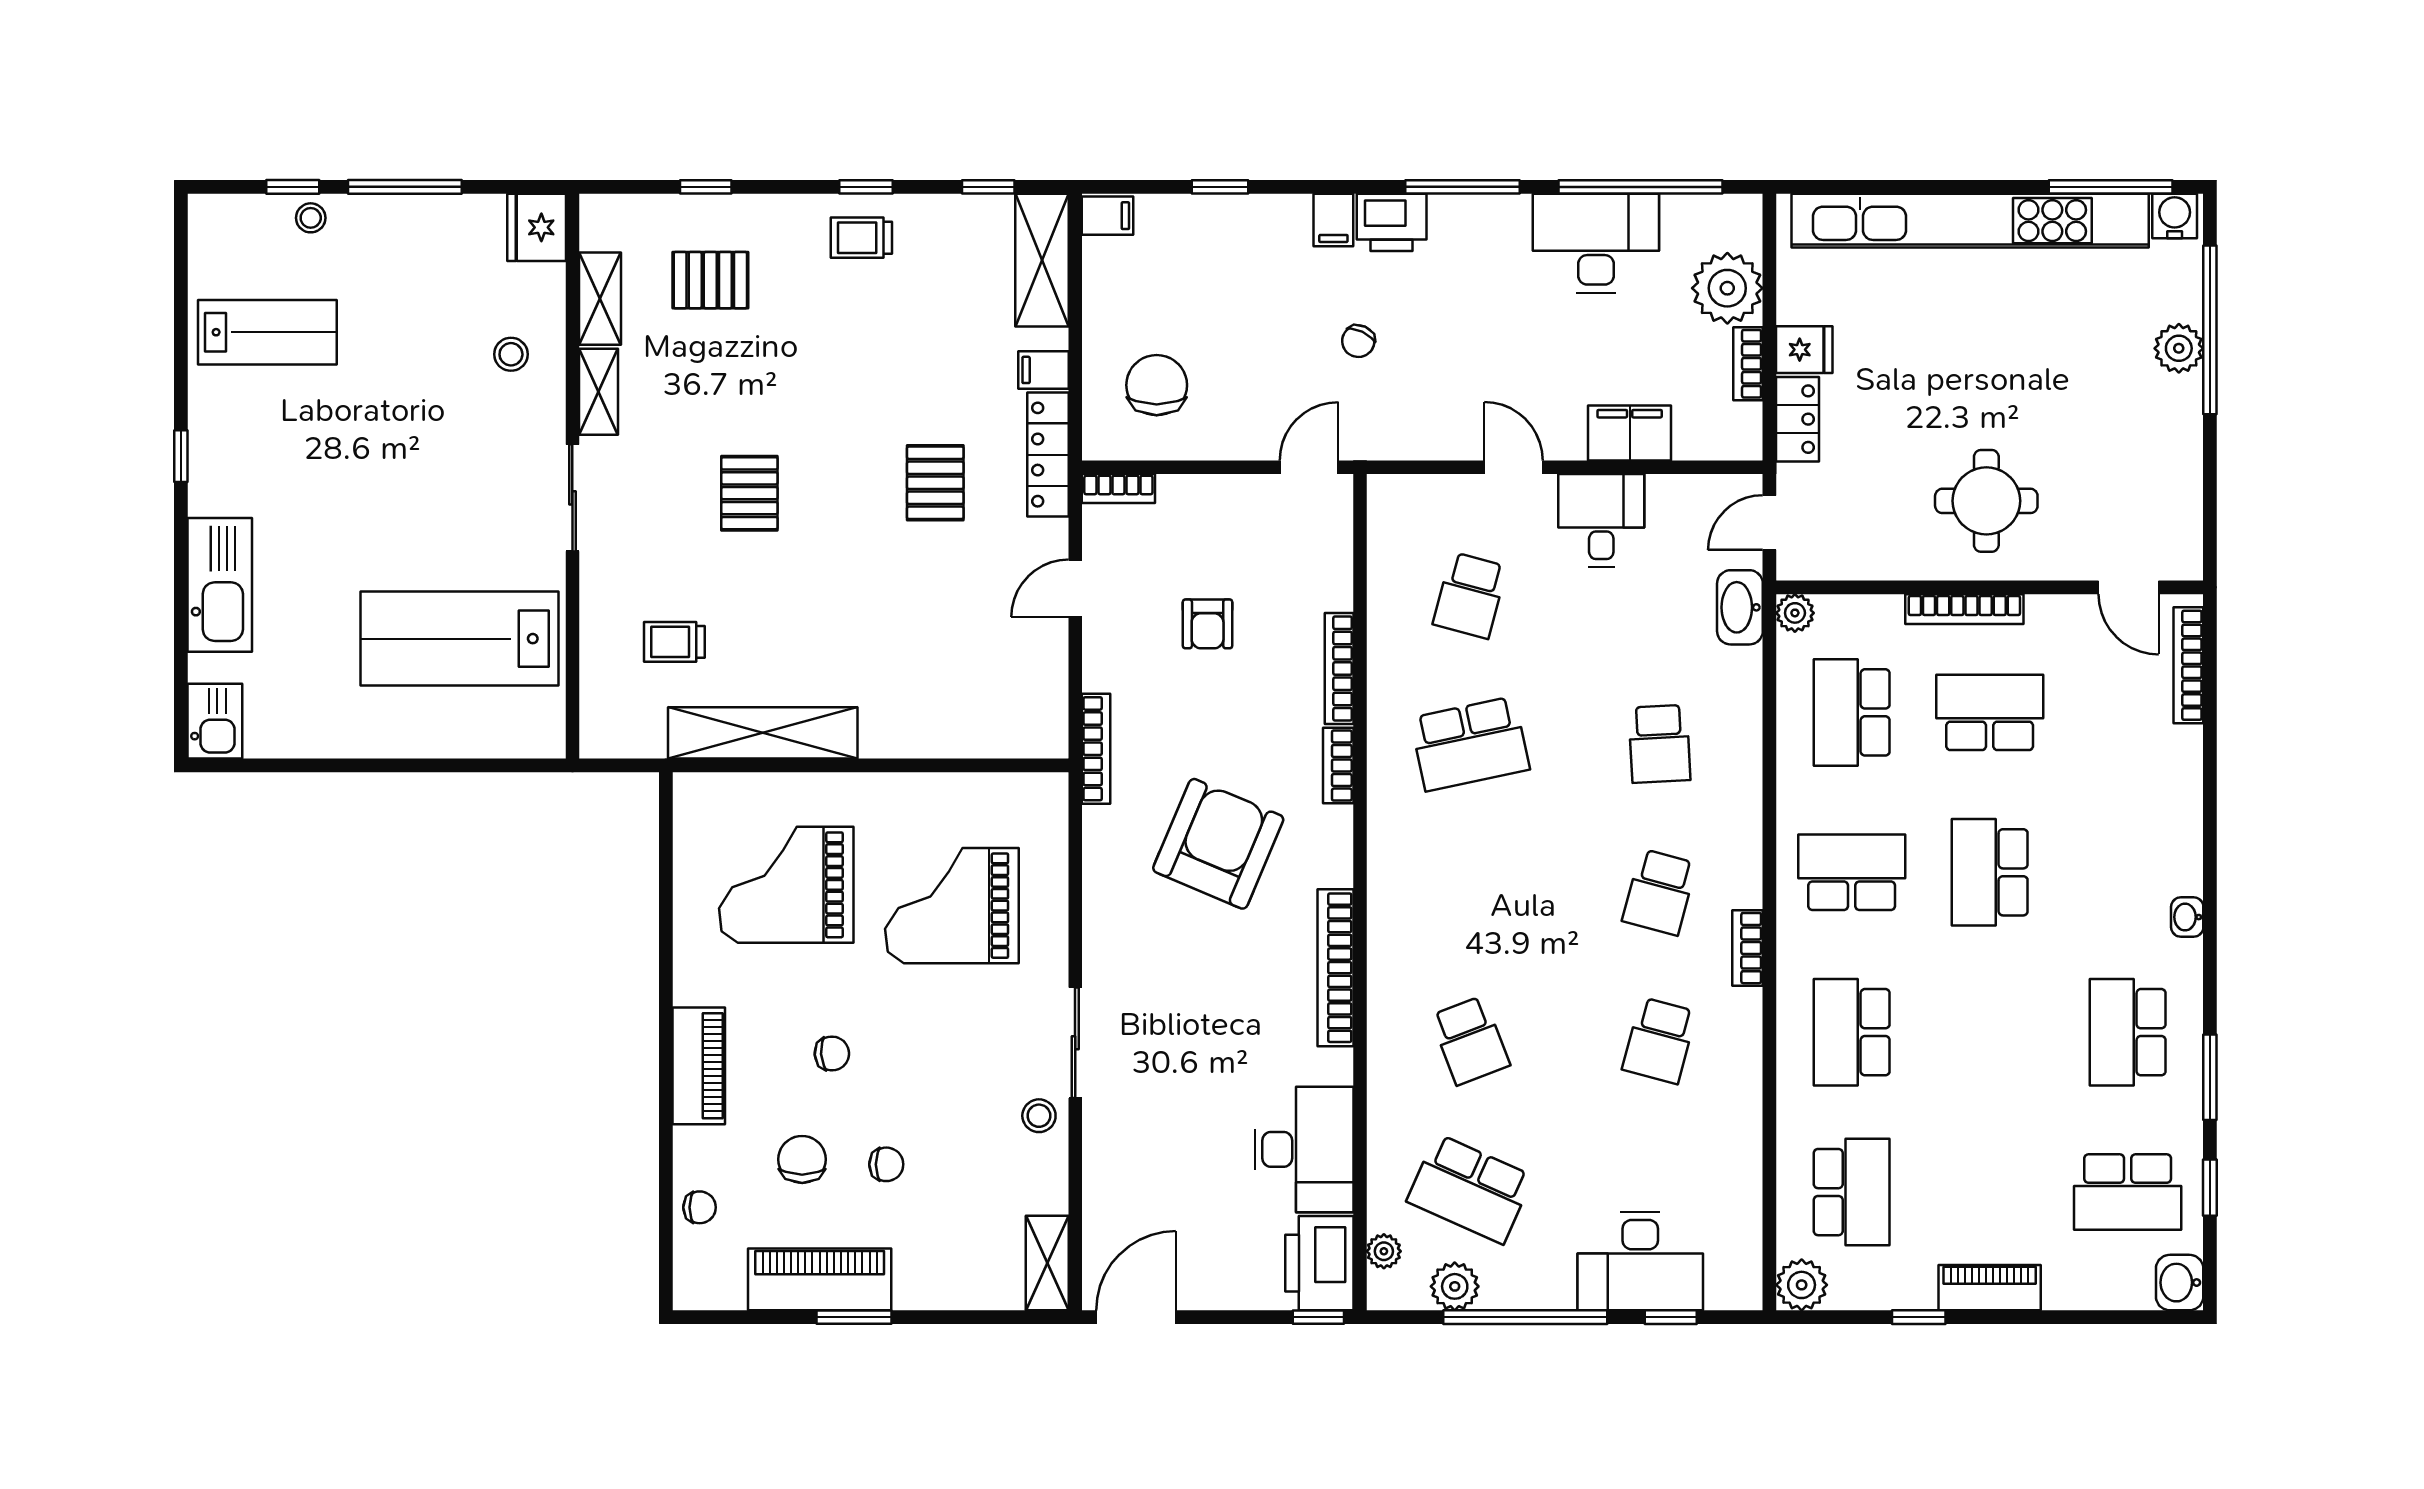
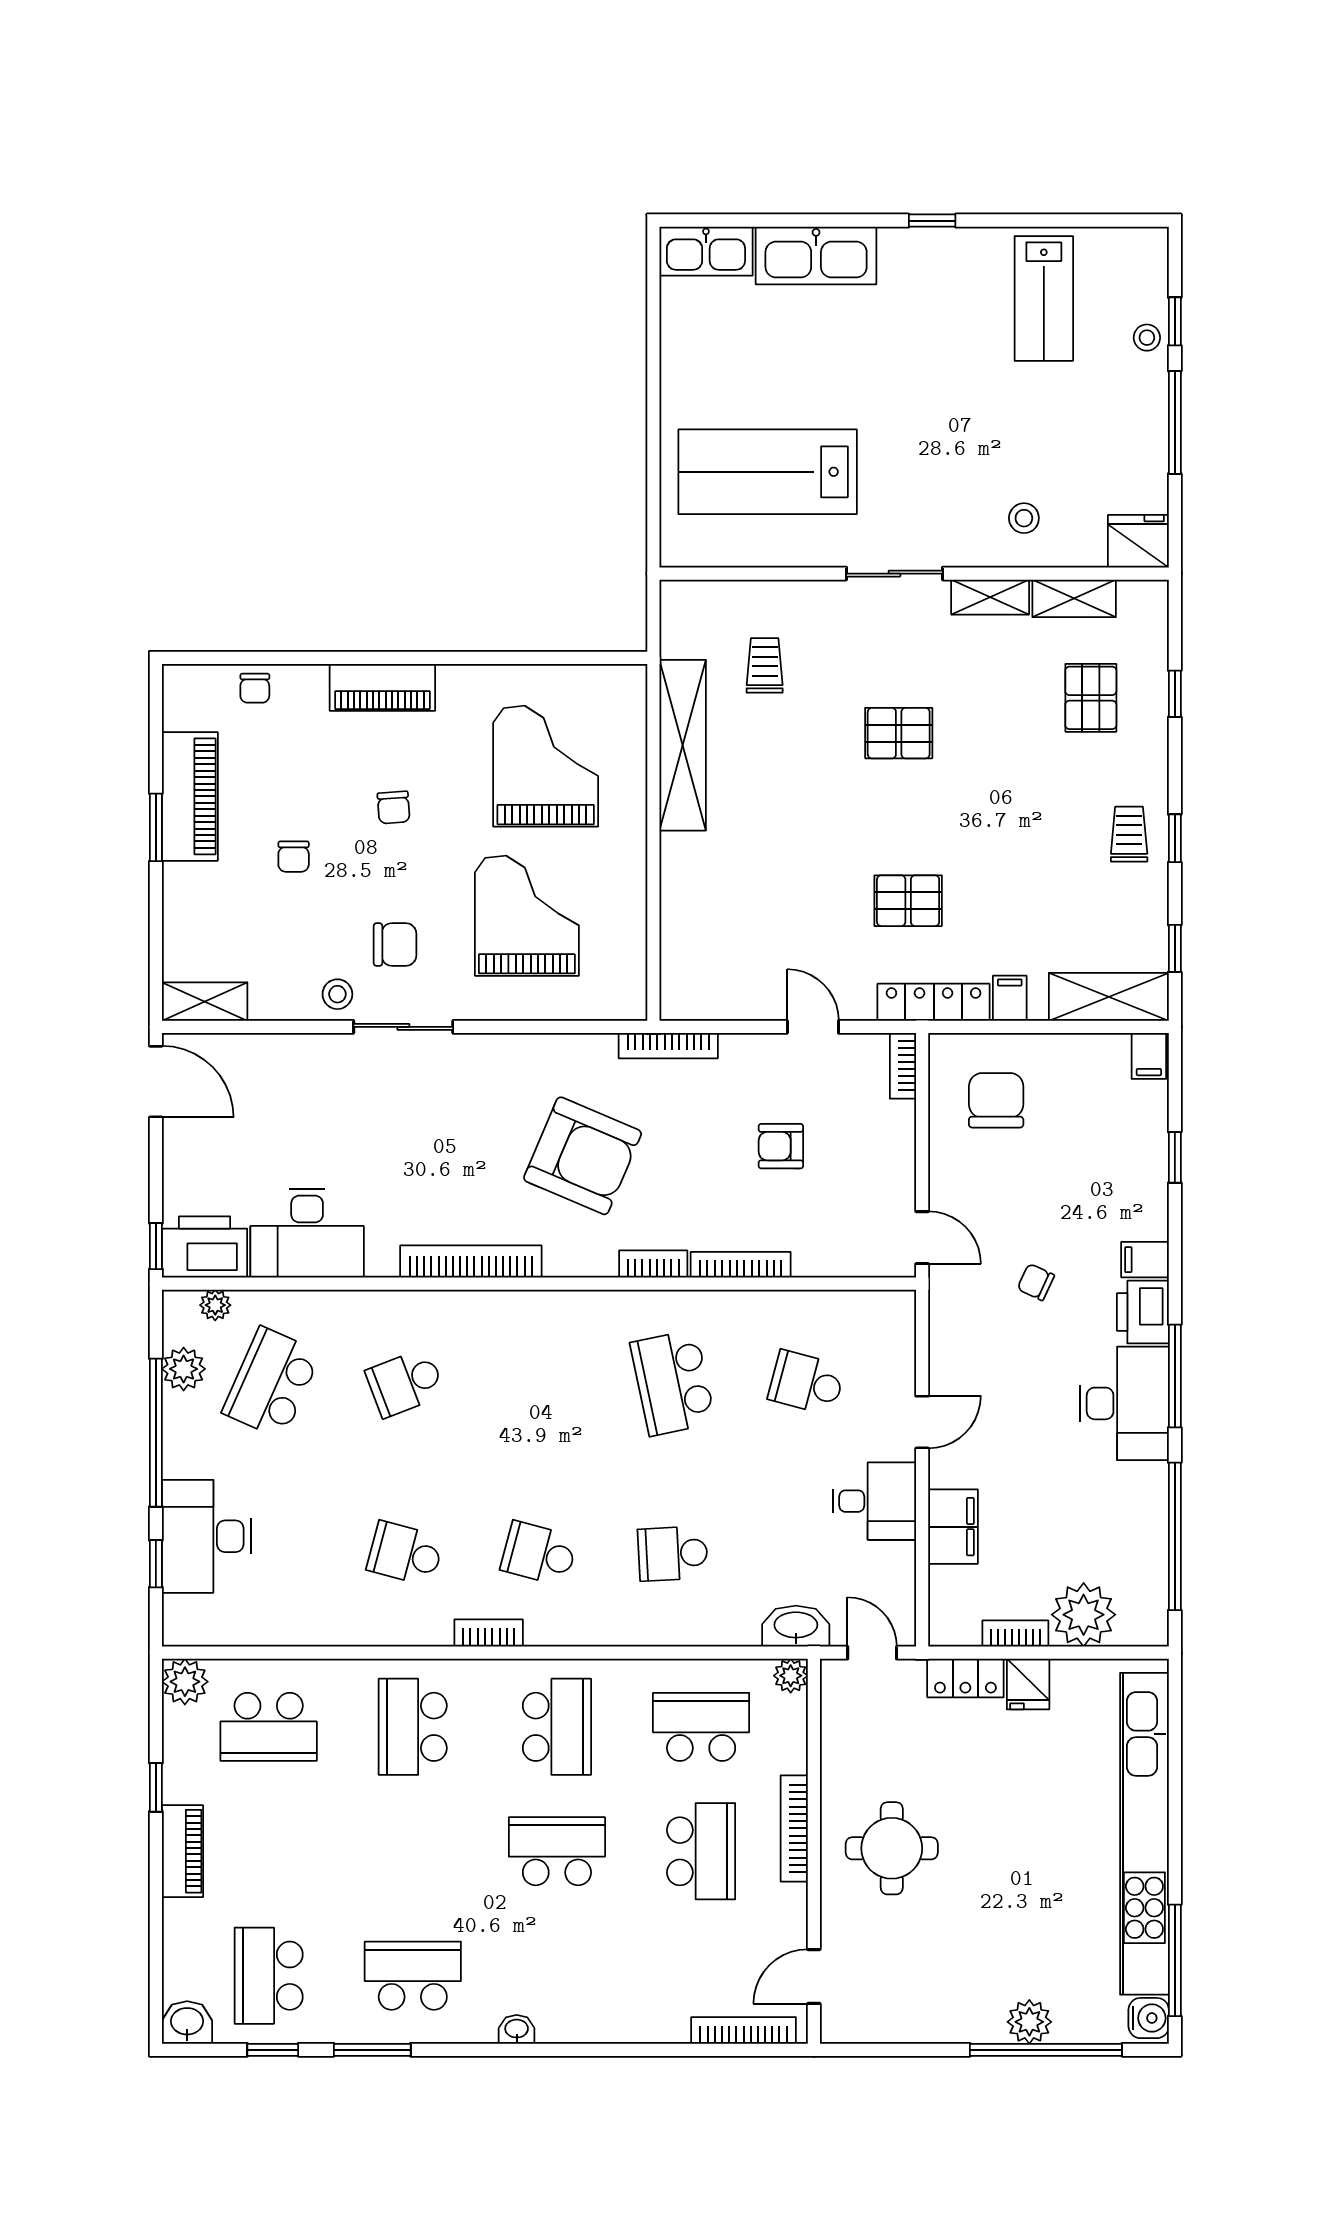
desk: (1596, 243) -> (1124, 1403), moved
chair: (1157, 385) -> (996, 1100), turned -90
lab bench: (460, 639) -> (768, 472), turned -90
kitchen sink: (215, 721) -> (706, 251), width x1.38
school desk: (1852, 1032) -> (413, 1727), turned -90
chair: (802, 1159) -> (395, 945), moved

